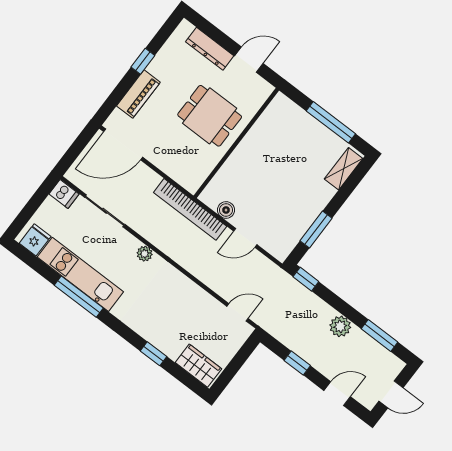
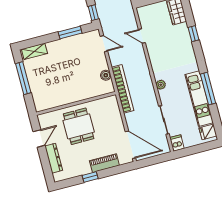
door: (249, 60) -> (39, 138), swing flipped
door: (245, 238) -> (104, 44), moved
door: (237, 312) -> (142, 36), moved

